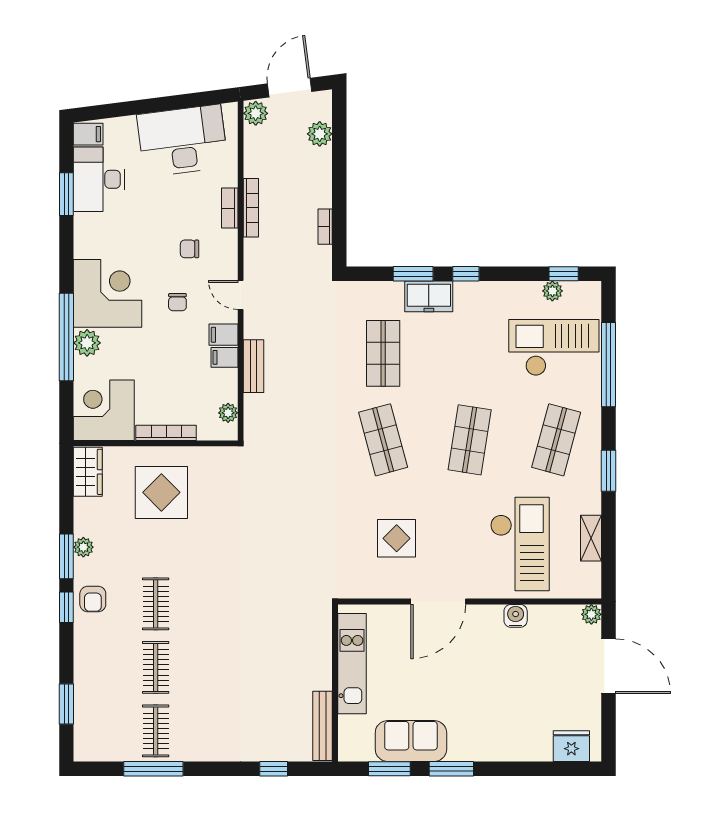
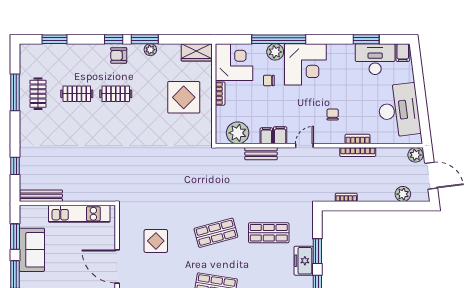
chair: (177, 302) -> (269, 81), moved
plant: (228, 413) -> (238, 133), width x1.88, depth x1.88
bookcase: (166, 433) -> (220, 94), width x0.64
clothes rail: (156, 731) -> (38, 94), turned 90

